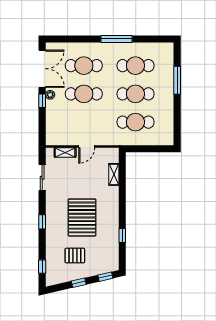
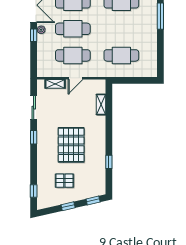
cafe table: (135, 94) -> (73, 55), moved
window: (42, 222) -> (34, 137), moved

